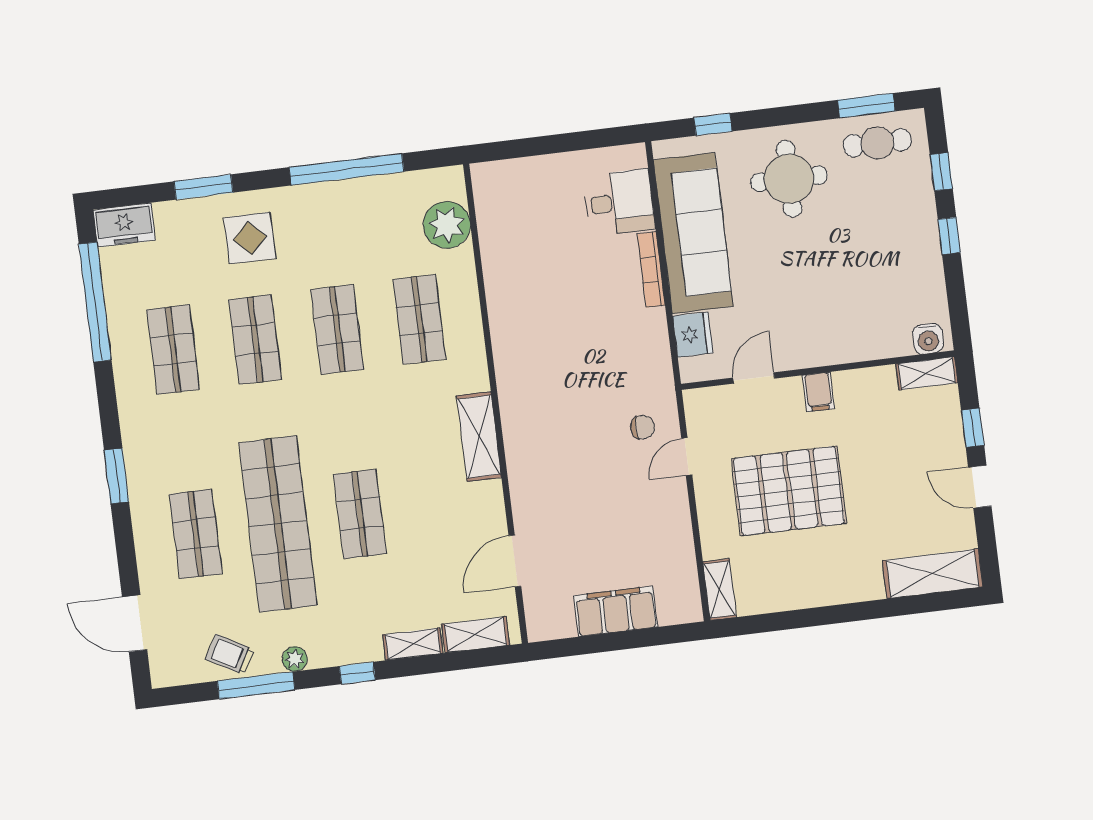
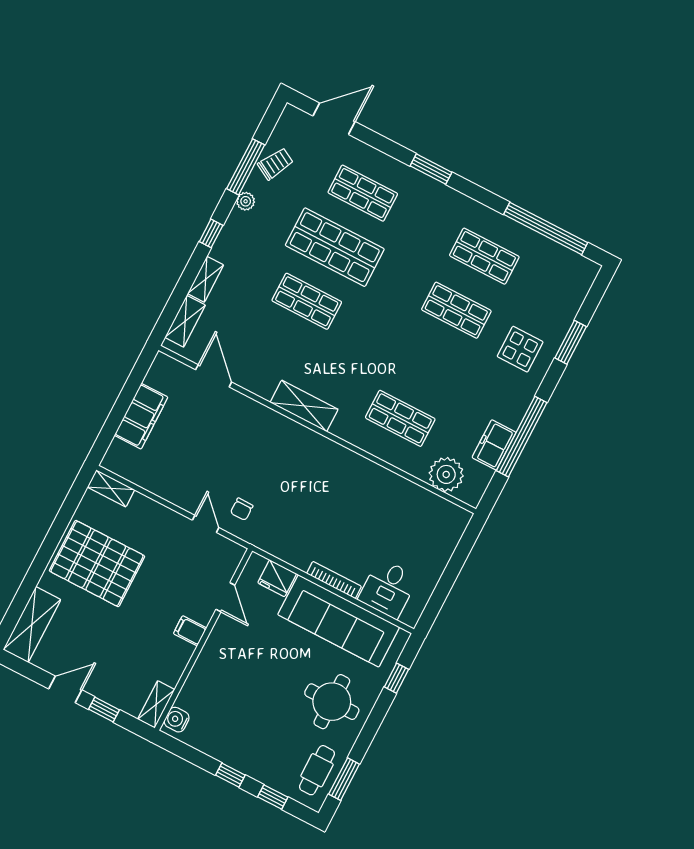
freezer: (124, 225) -> (494, 445), moved
shop shelf: (337, 329) -> (428, 364), removed
pallet: (789, 491) -> (97, 564), moved, turned 90
shop shelf: (278, 524) -> (335, 247), width x0.71

